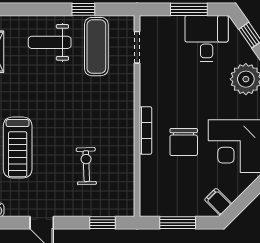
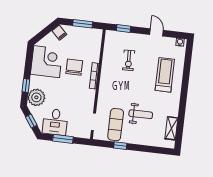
weight bench: (50, 42) -> (141, 114), moved

